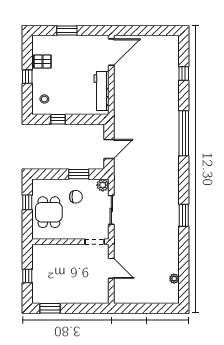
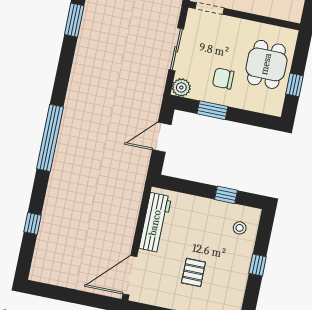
pallet: (42, 62) -> (193, 272), moved, turned 90

